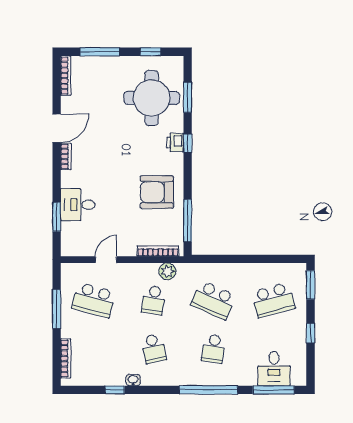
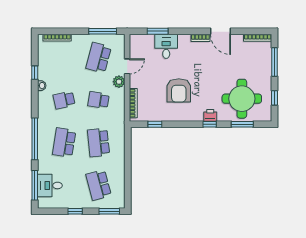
armchair: (157, 192) -> (179, 90), moved, turned 180
window: (188, 221) -> (155, 124), width x0.46
door: (106, 260) -> (127, 66), hinge flipped
plant: (167, 271) -> (119, 82), moved
school desk: (213, 300) -> (99, 143), turned -30
window: (57, 309) -> (103, 31), moved
school desk: (213, 349) -> (64, 143), width x1.85

